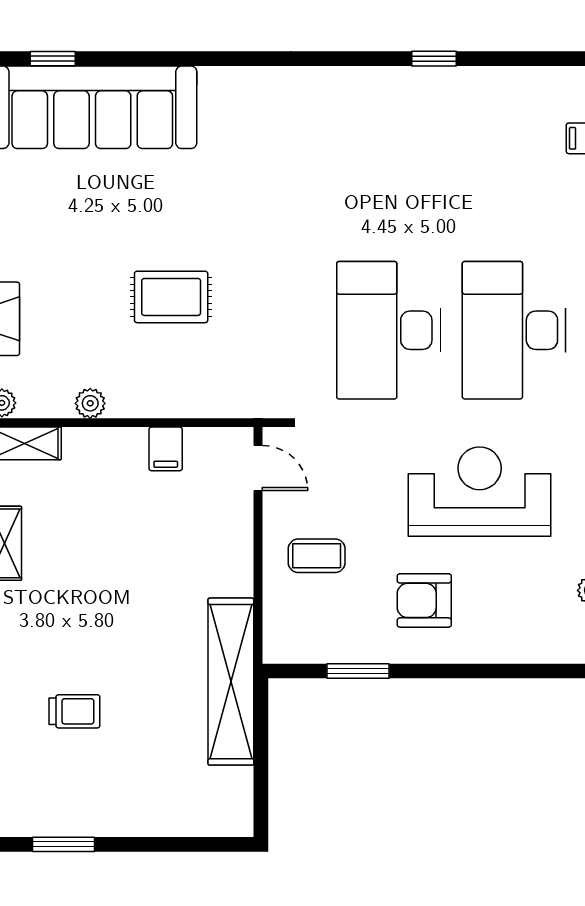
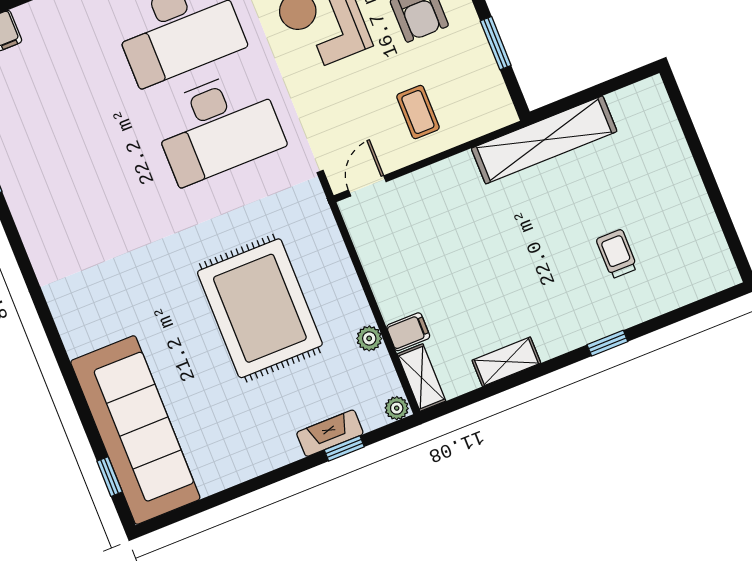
rug: (171, 297) -> (260, 308), width x1.86, depth x2.06
filing cabinet: (166, 449) -> (408, 332), moved
window: (64, 844) -> (725, 220), removed

